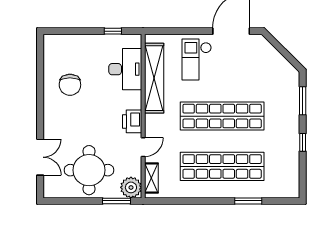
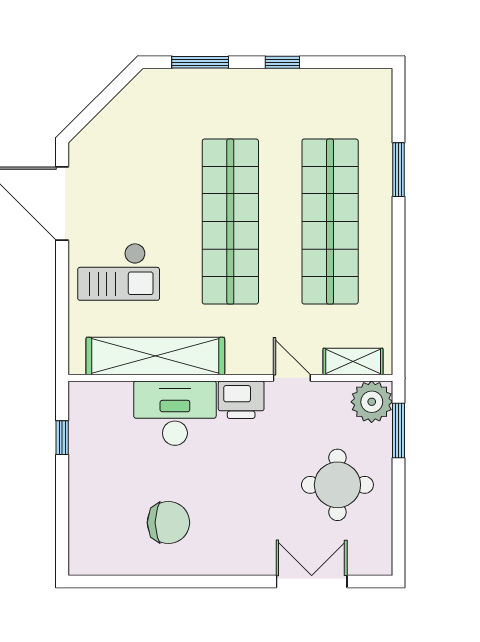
desk: (125, 69) -> (175, 413), moved
round table: (89, 170) -> (337, 485), width x0.73, depth x0.73

